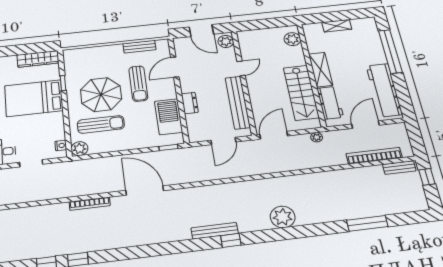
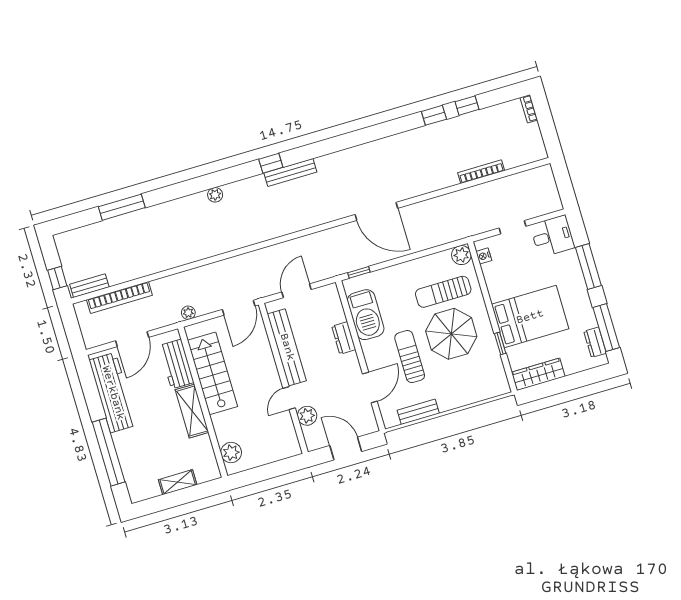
plant: (226, 41) -> (307, 416), moved
bookcase: (90, 204) -> (481, 172), moved
plant: (283, 217) -> (215, 195), width x0.53, depth x0.53

